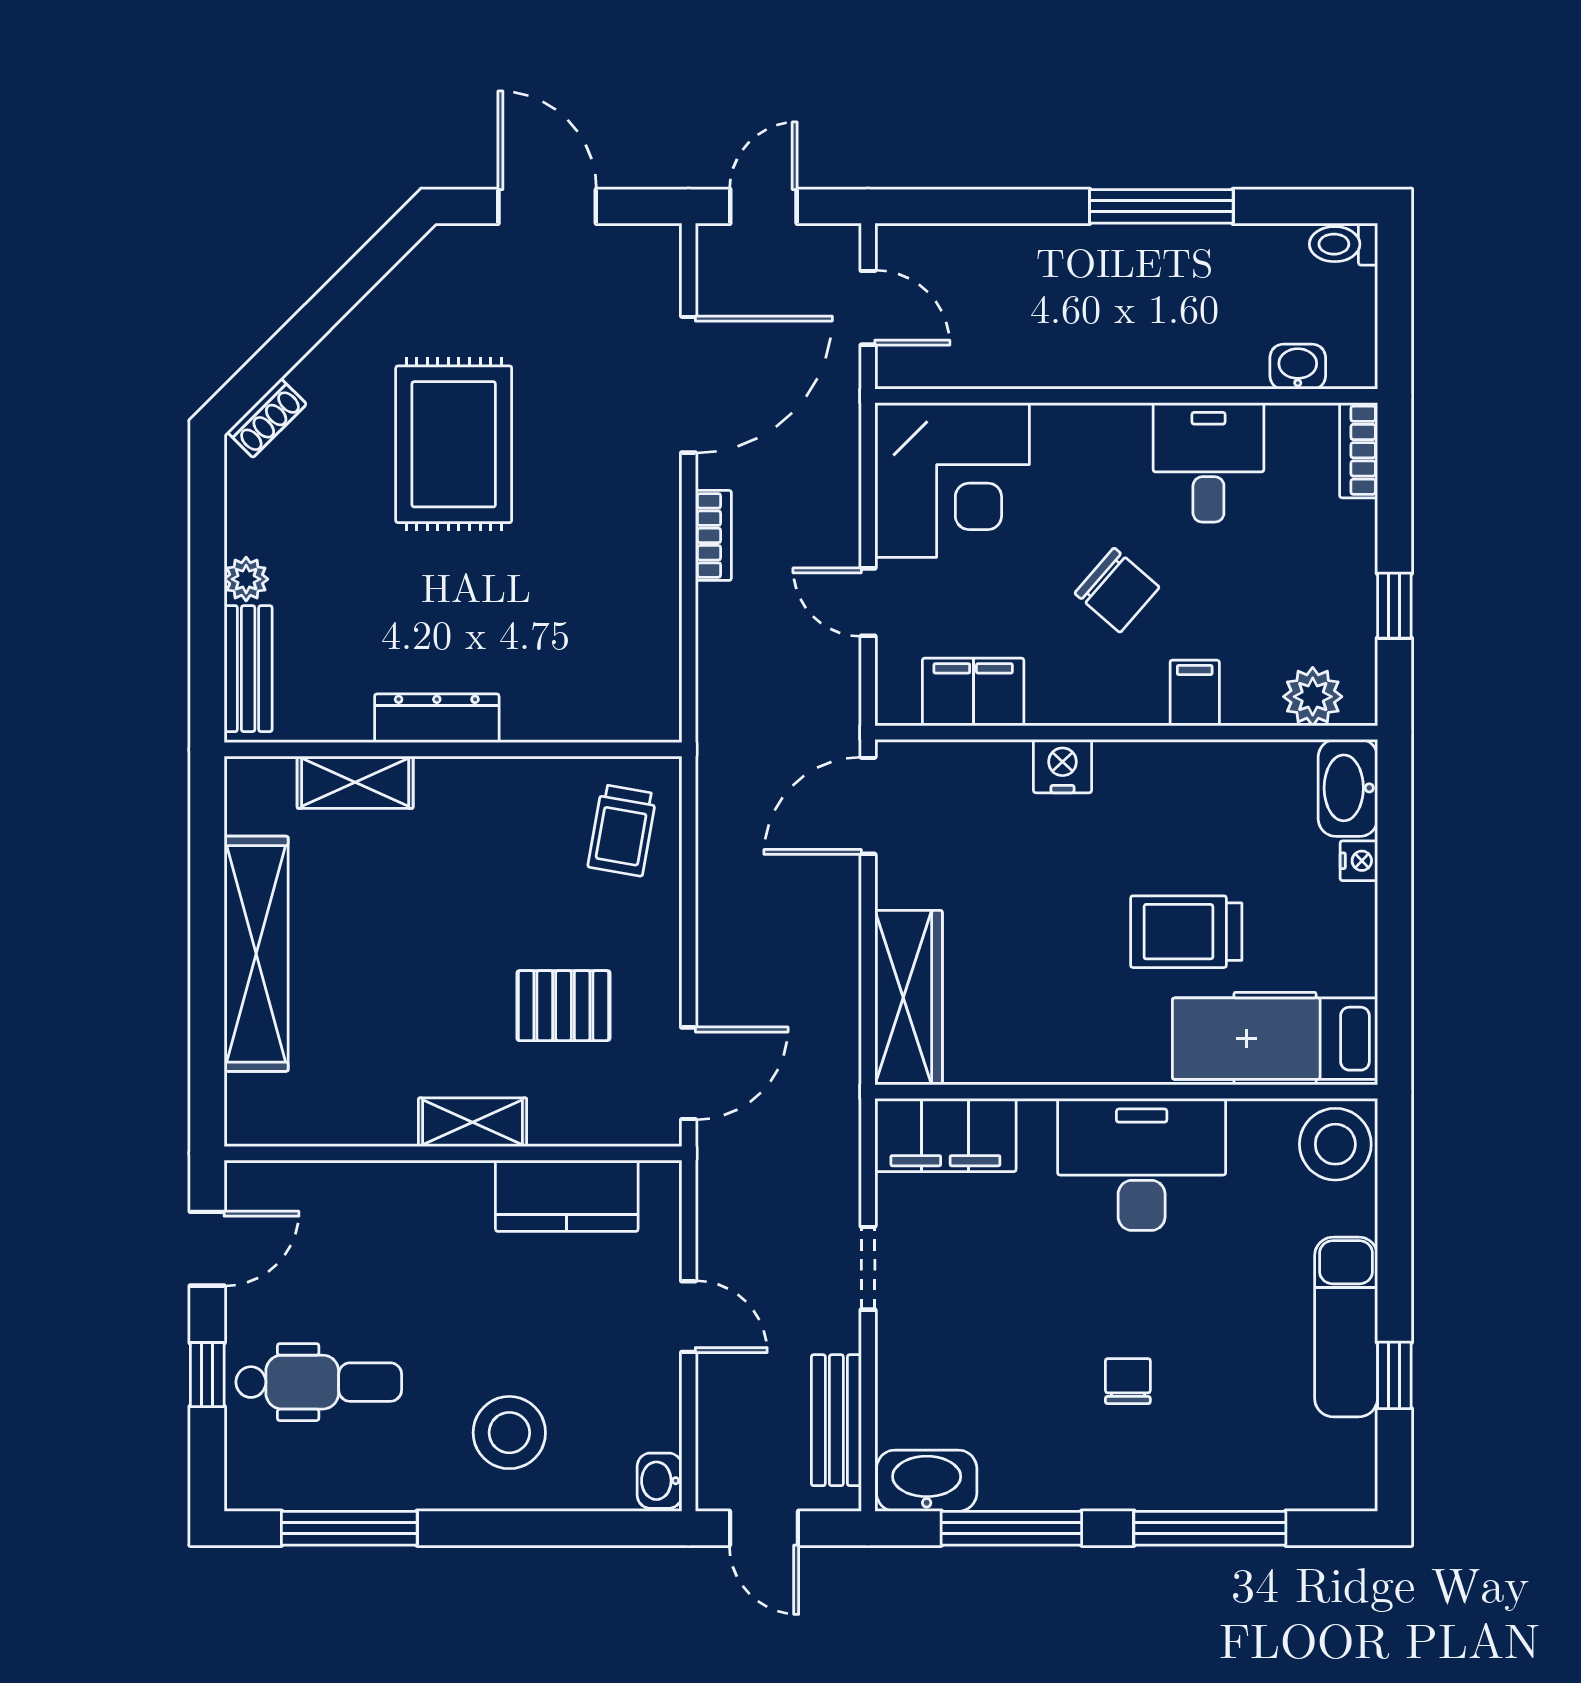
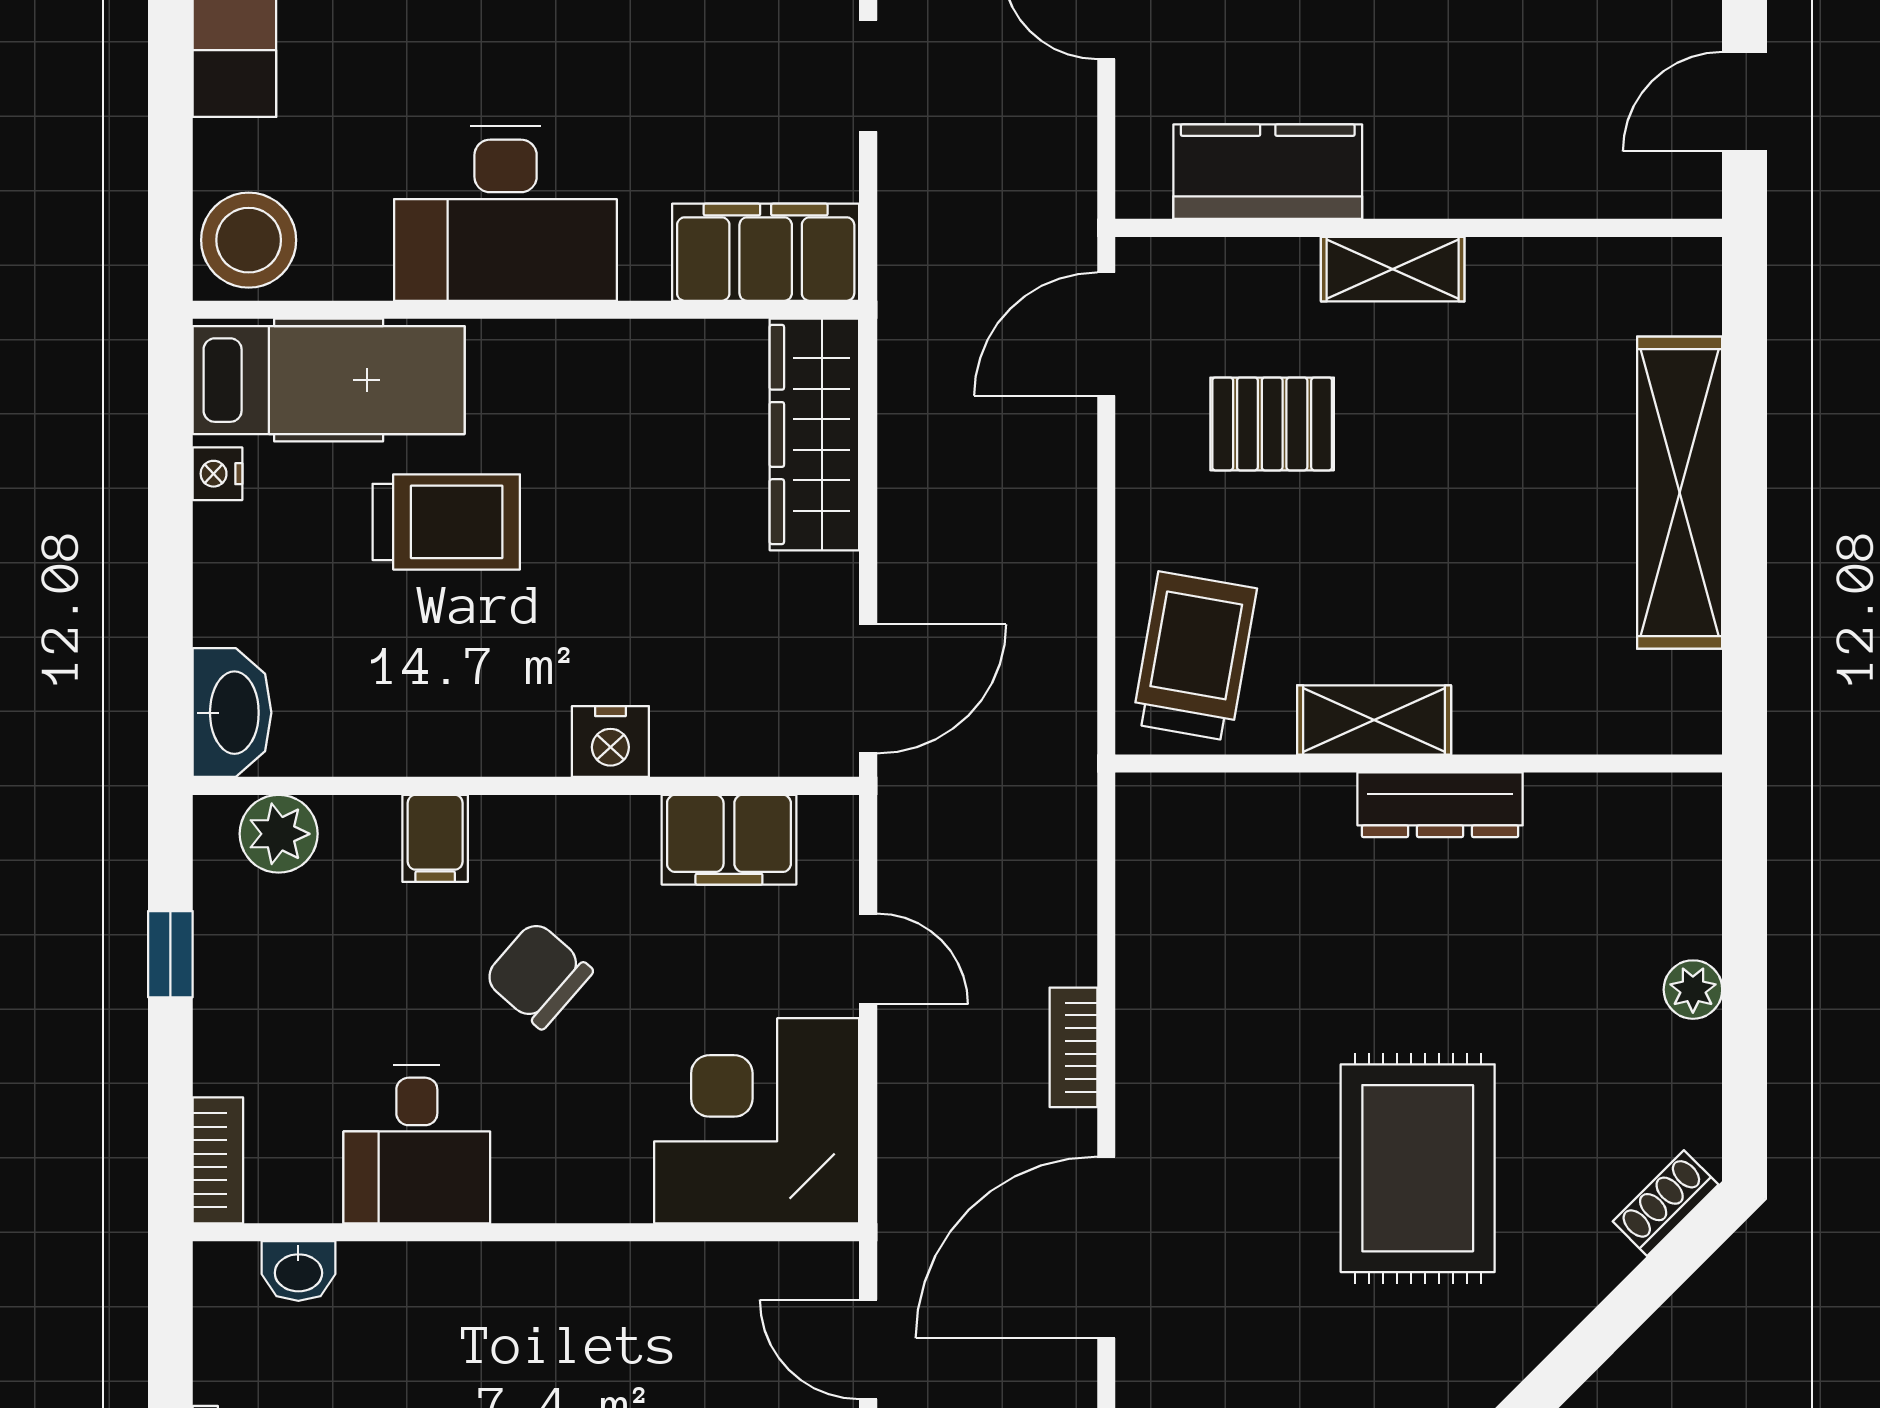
bench: (248, 669) -> (1690, 871), removed
shelving: (355, 782) -> (1374, 720), moved
trolley: (622, 830) -> (1194, 656), width x1.36, depth x1.39
nightstand: (1359, 861) -> (217, 474), moved

